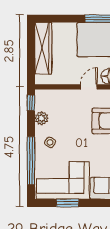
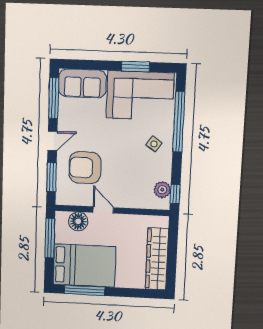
door: (89, 87) -> (103, 210), swing flipped
plant: (42, 118) -> (162, 190), moved

